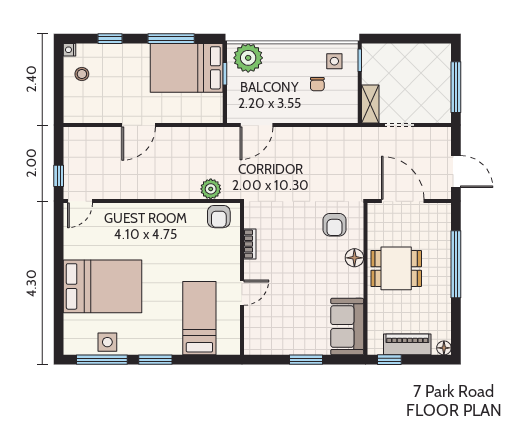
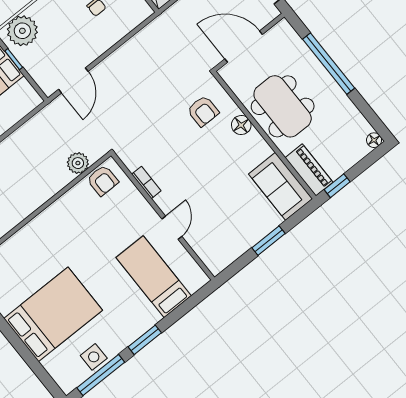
dining table: (396, 268) -> (283, 106), width x1.38
piano: (407, 344) -> (309, 170), moved, turned 90

